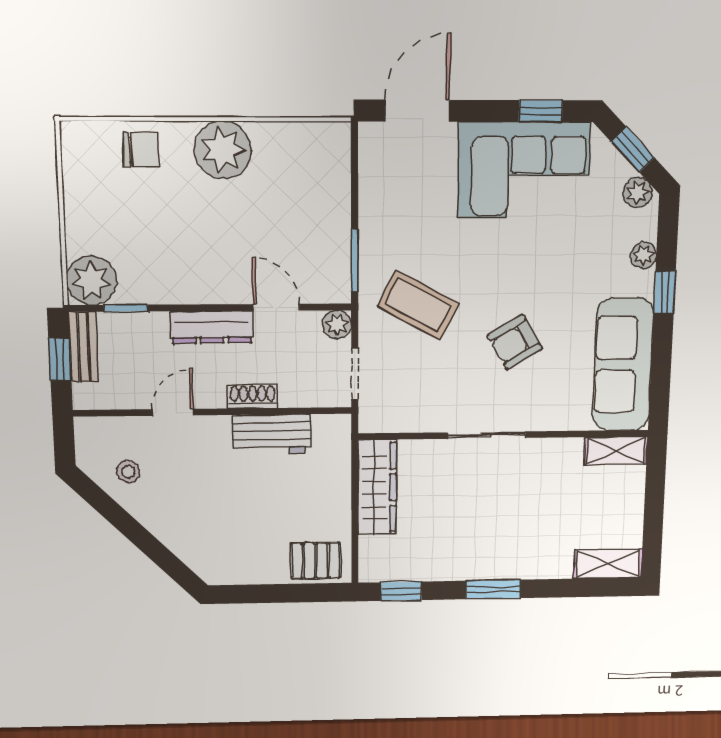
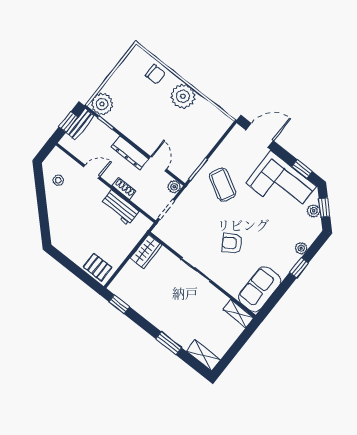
plant: (638, 193) -> (314, 211), moved
coffee table: (418, 305) -> (222, 185), moved
sofa: (623, 365) -> (260, 289), width x0.73
wardrobe: (377, 487) -> (146, 252), width x0.67
window: (493, 589) -> (169, 343), moved

